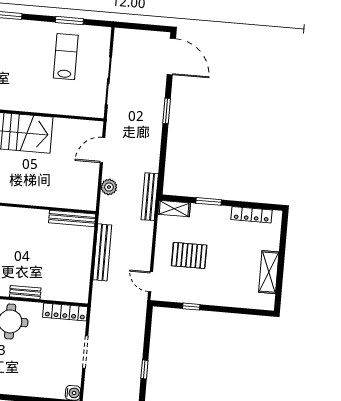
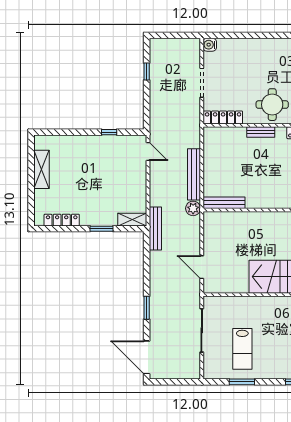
door: (103, 150) -> (202, 267), swing flipped
plant: (109, 187) -> (193, 208), moved
pallet: (189, 255) -> (115, 178), removed

